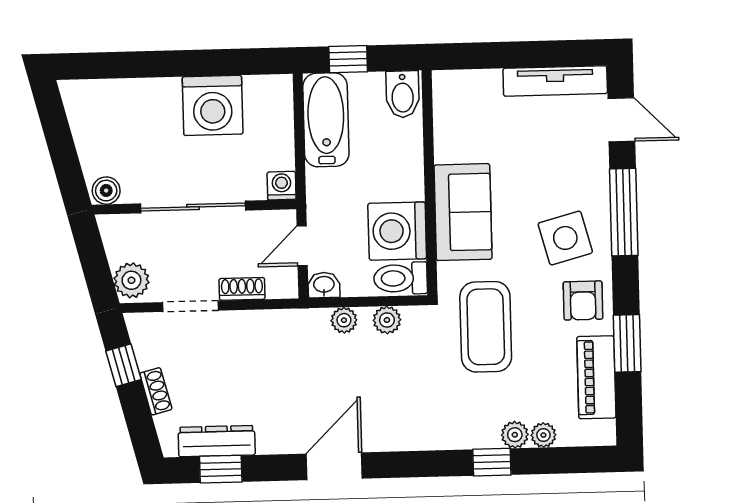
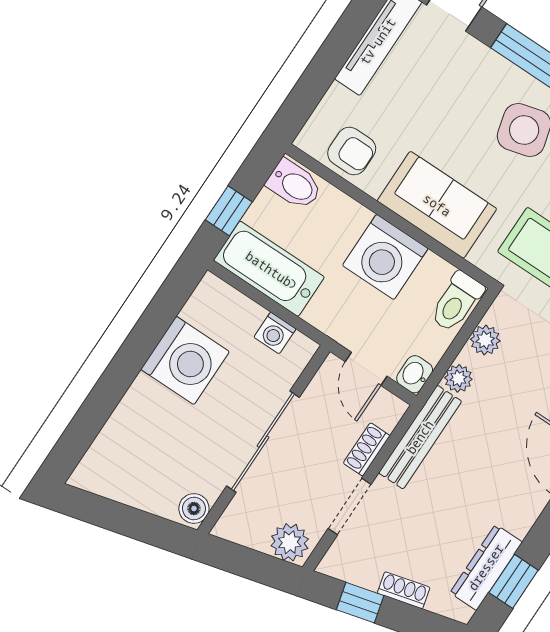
armchair: (458, 120) -> (352, 151), added
washing machine: (282, 186) -> (275, 333), moved, turned -90
washing machine: (397, 231) -> (385, 257), moved
bench: (280, 323) -> (420, 437), added

